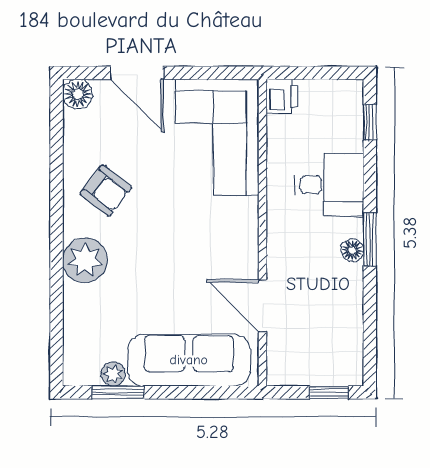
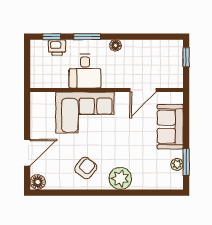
printer: (282, 96) -> (57, 48), moved, turned 180
corner sofa: (217, 137) -> (85, 113), moved
desk: (329, 185) -> (85, 71), moved, turned 180
window: (370, 239) -> (87, 37), moved
sofa: (189, 360) -> (170, 127), width x0.73

